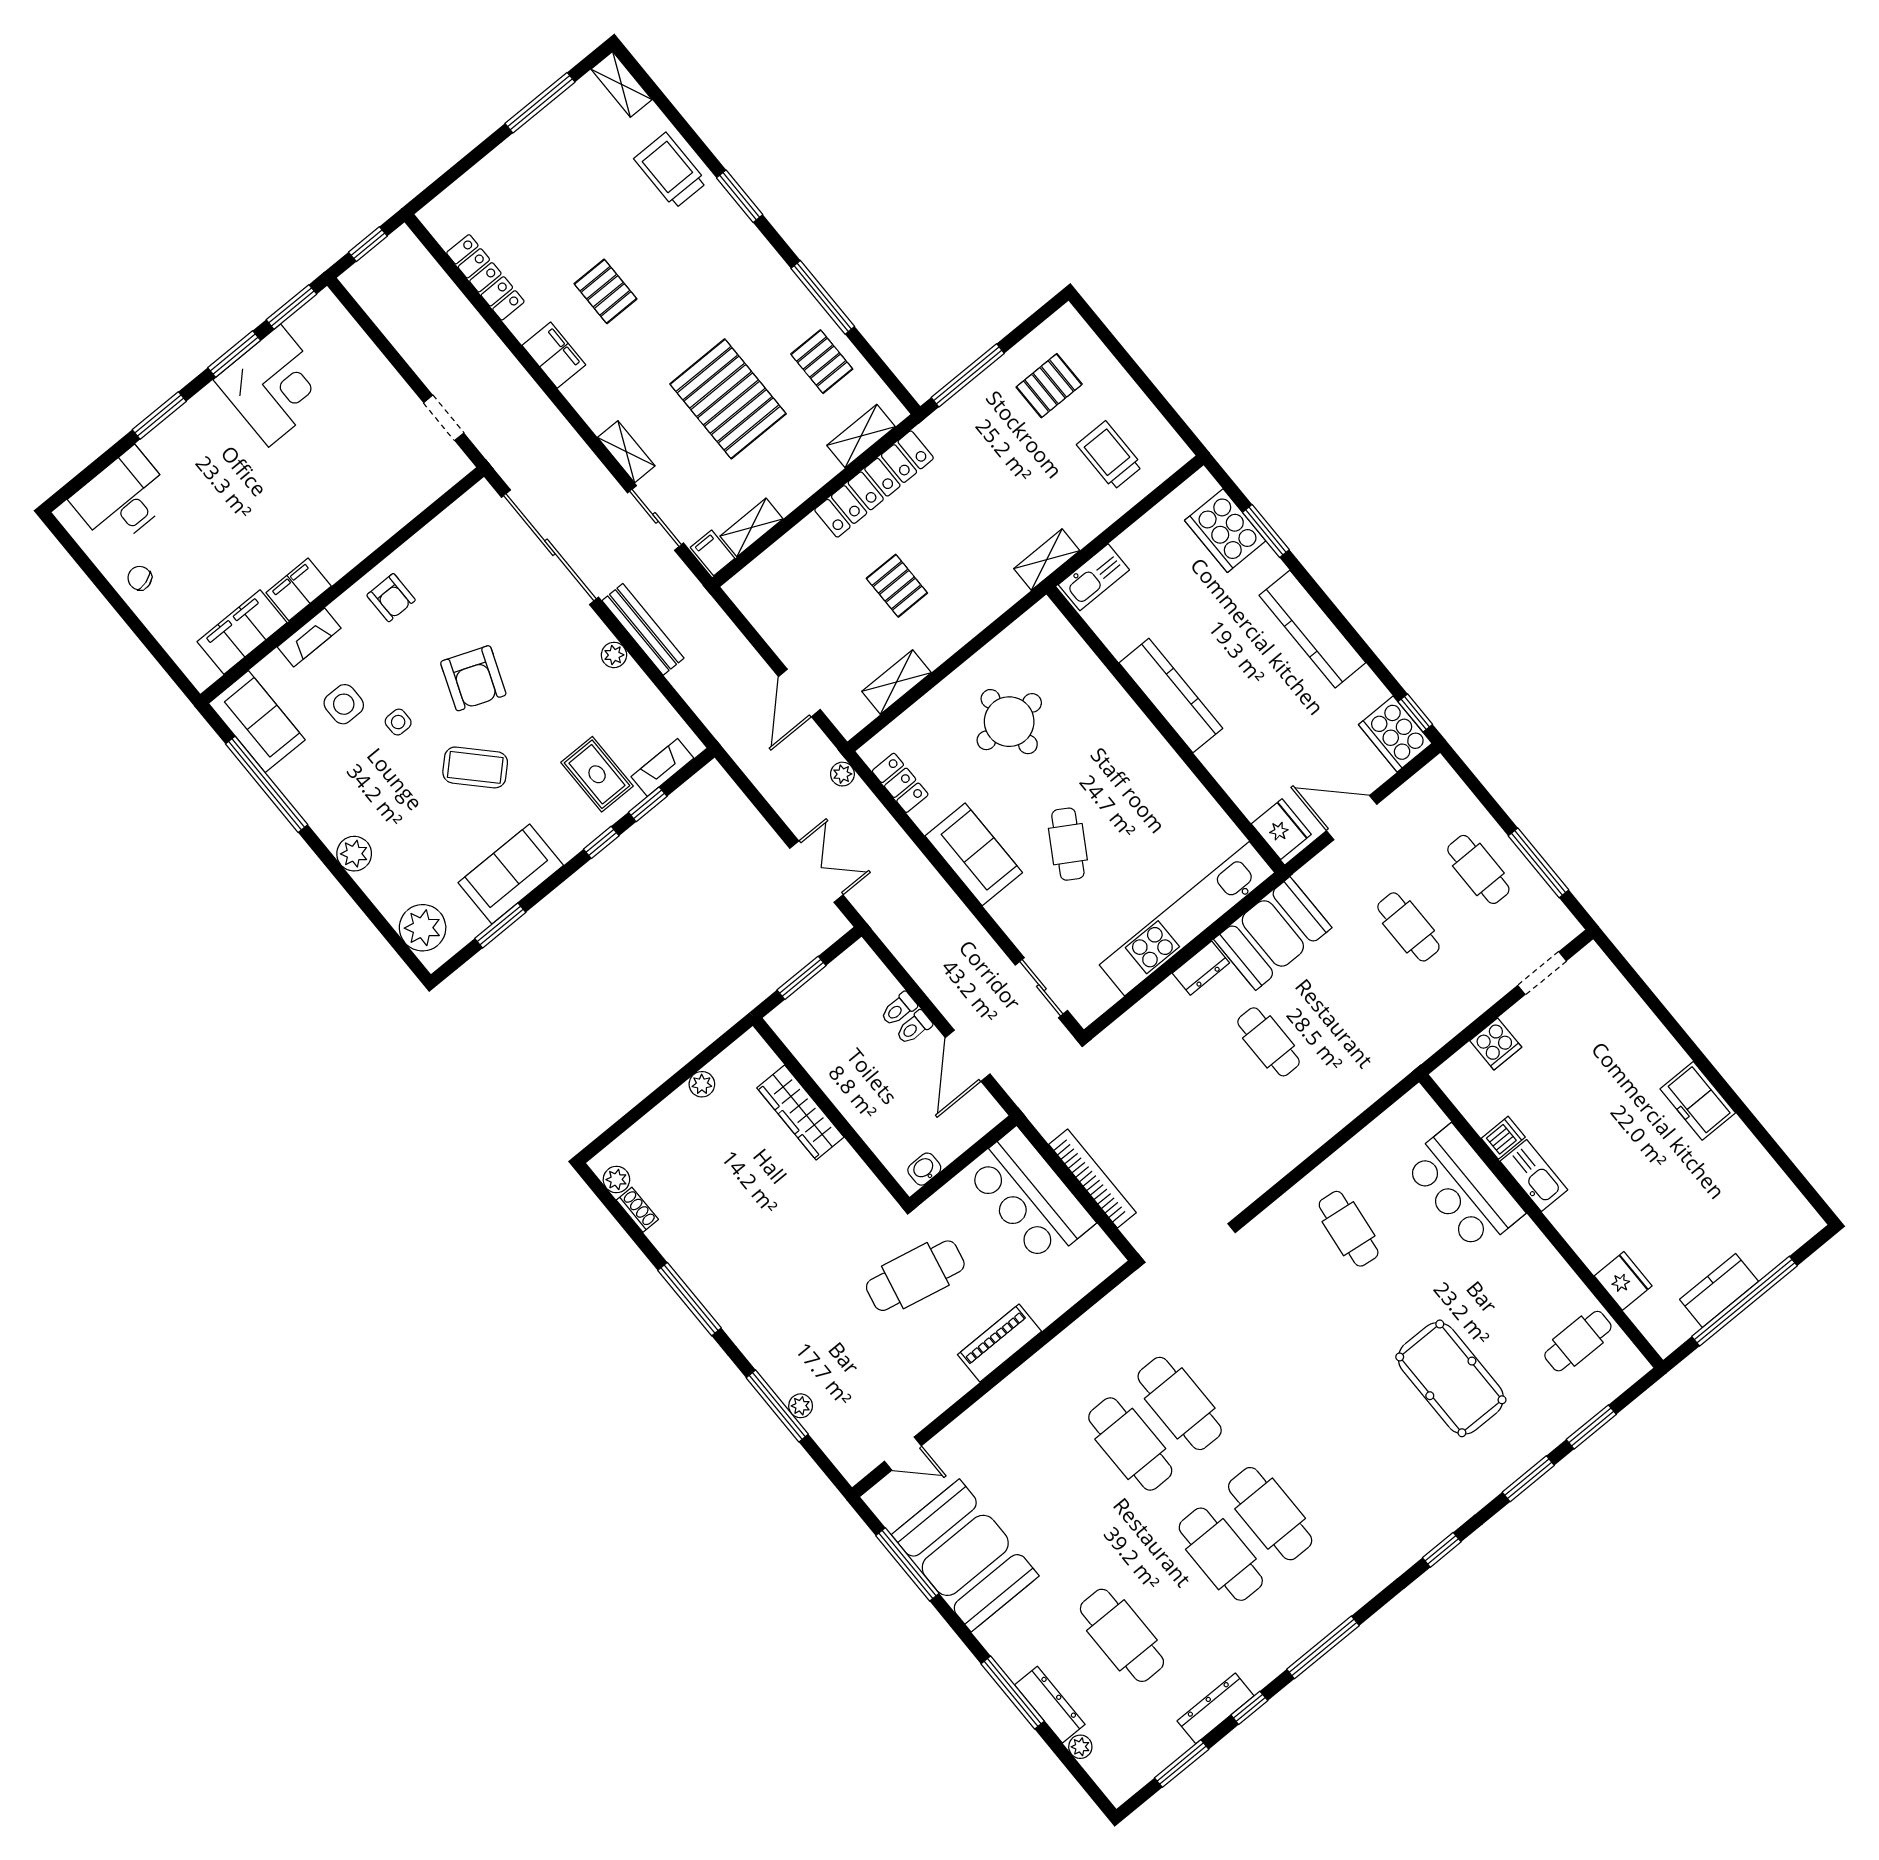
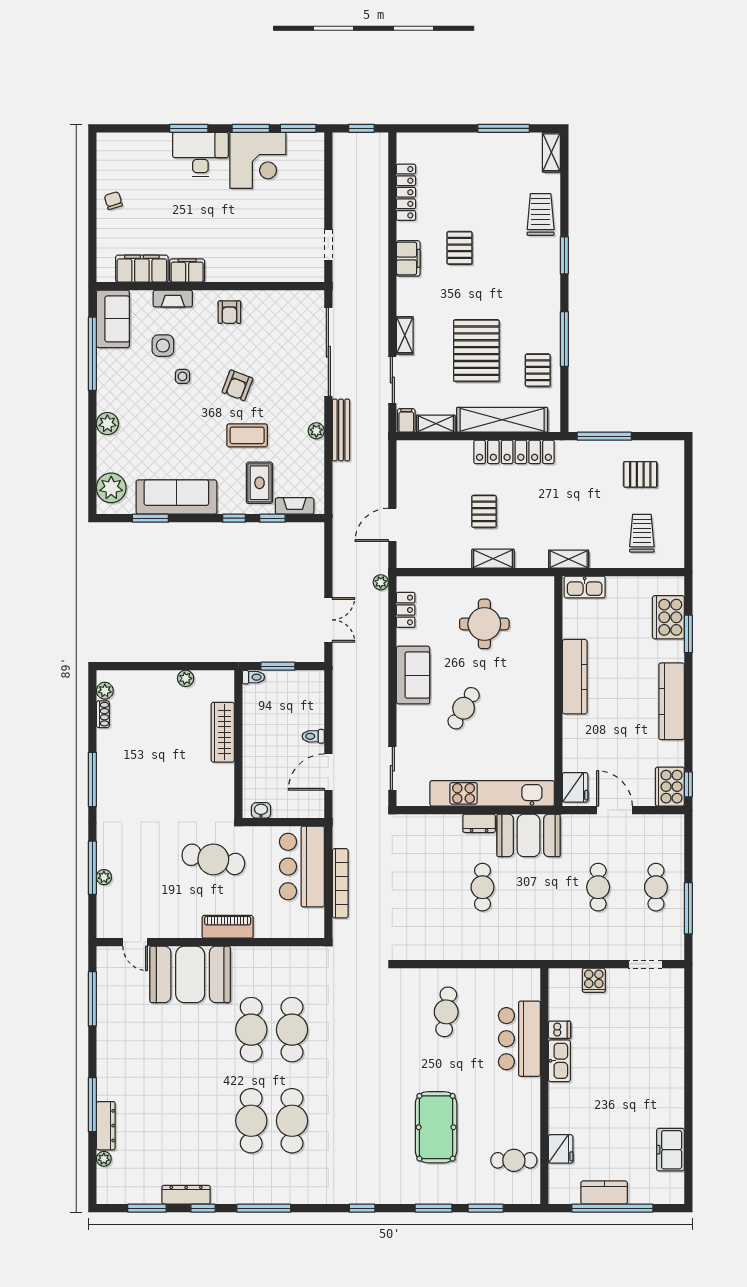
shelving: (861, 436) -> (502, 420), width x2.20, depth x1.33
desk: (123, 498) -> (200, 154), moved
armchair: (473, 678) -> (237, 385), width x0.72, depth x0.72
shelving: (897, 682) -> (493, 559), moved
coffee table: (475, 767) -> (247, 435), moved, turned -46
sofa: (511, 874) -> (176, 497), width x1.36
toilet: (899, 1009) -> (253, 677), moved, turned 180
freezer: (1698, 1101) -> (670, 1150), moved
booth: (965, 1555) -> (190, 974), moved, turned 90
cafe table: (1122, 1635) -> (170, 1121), removed

